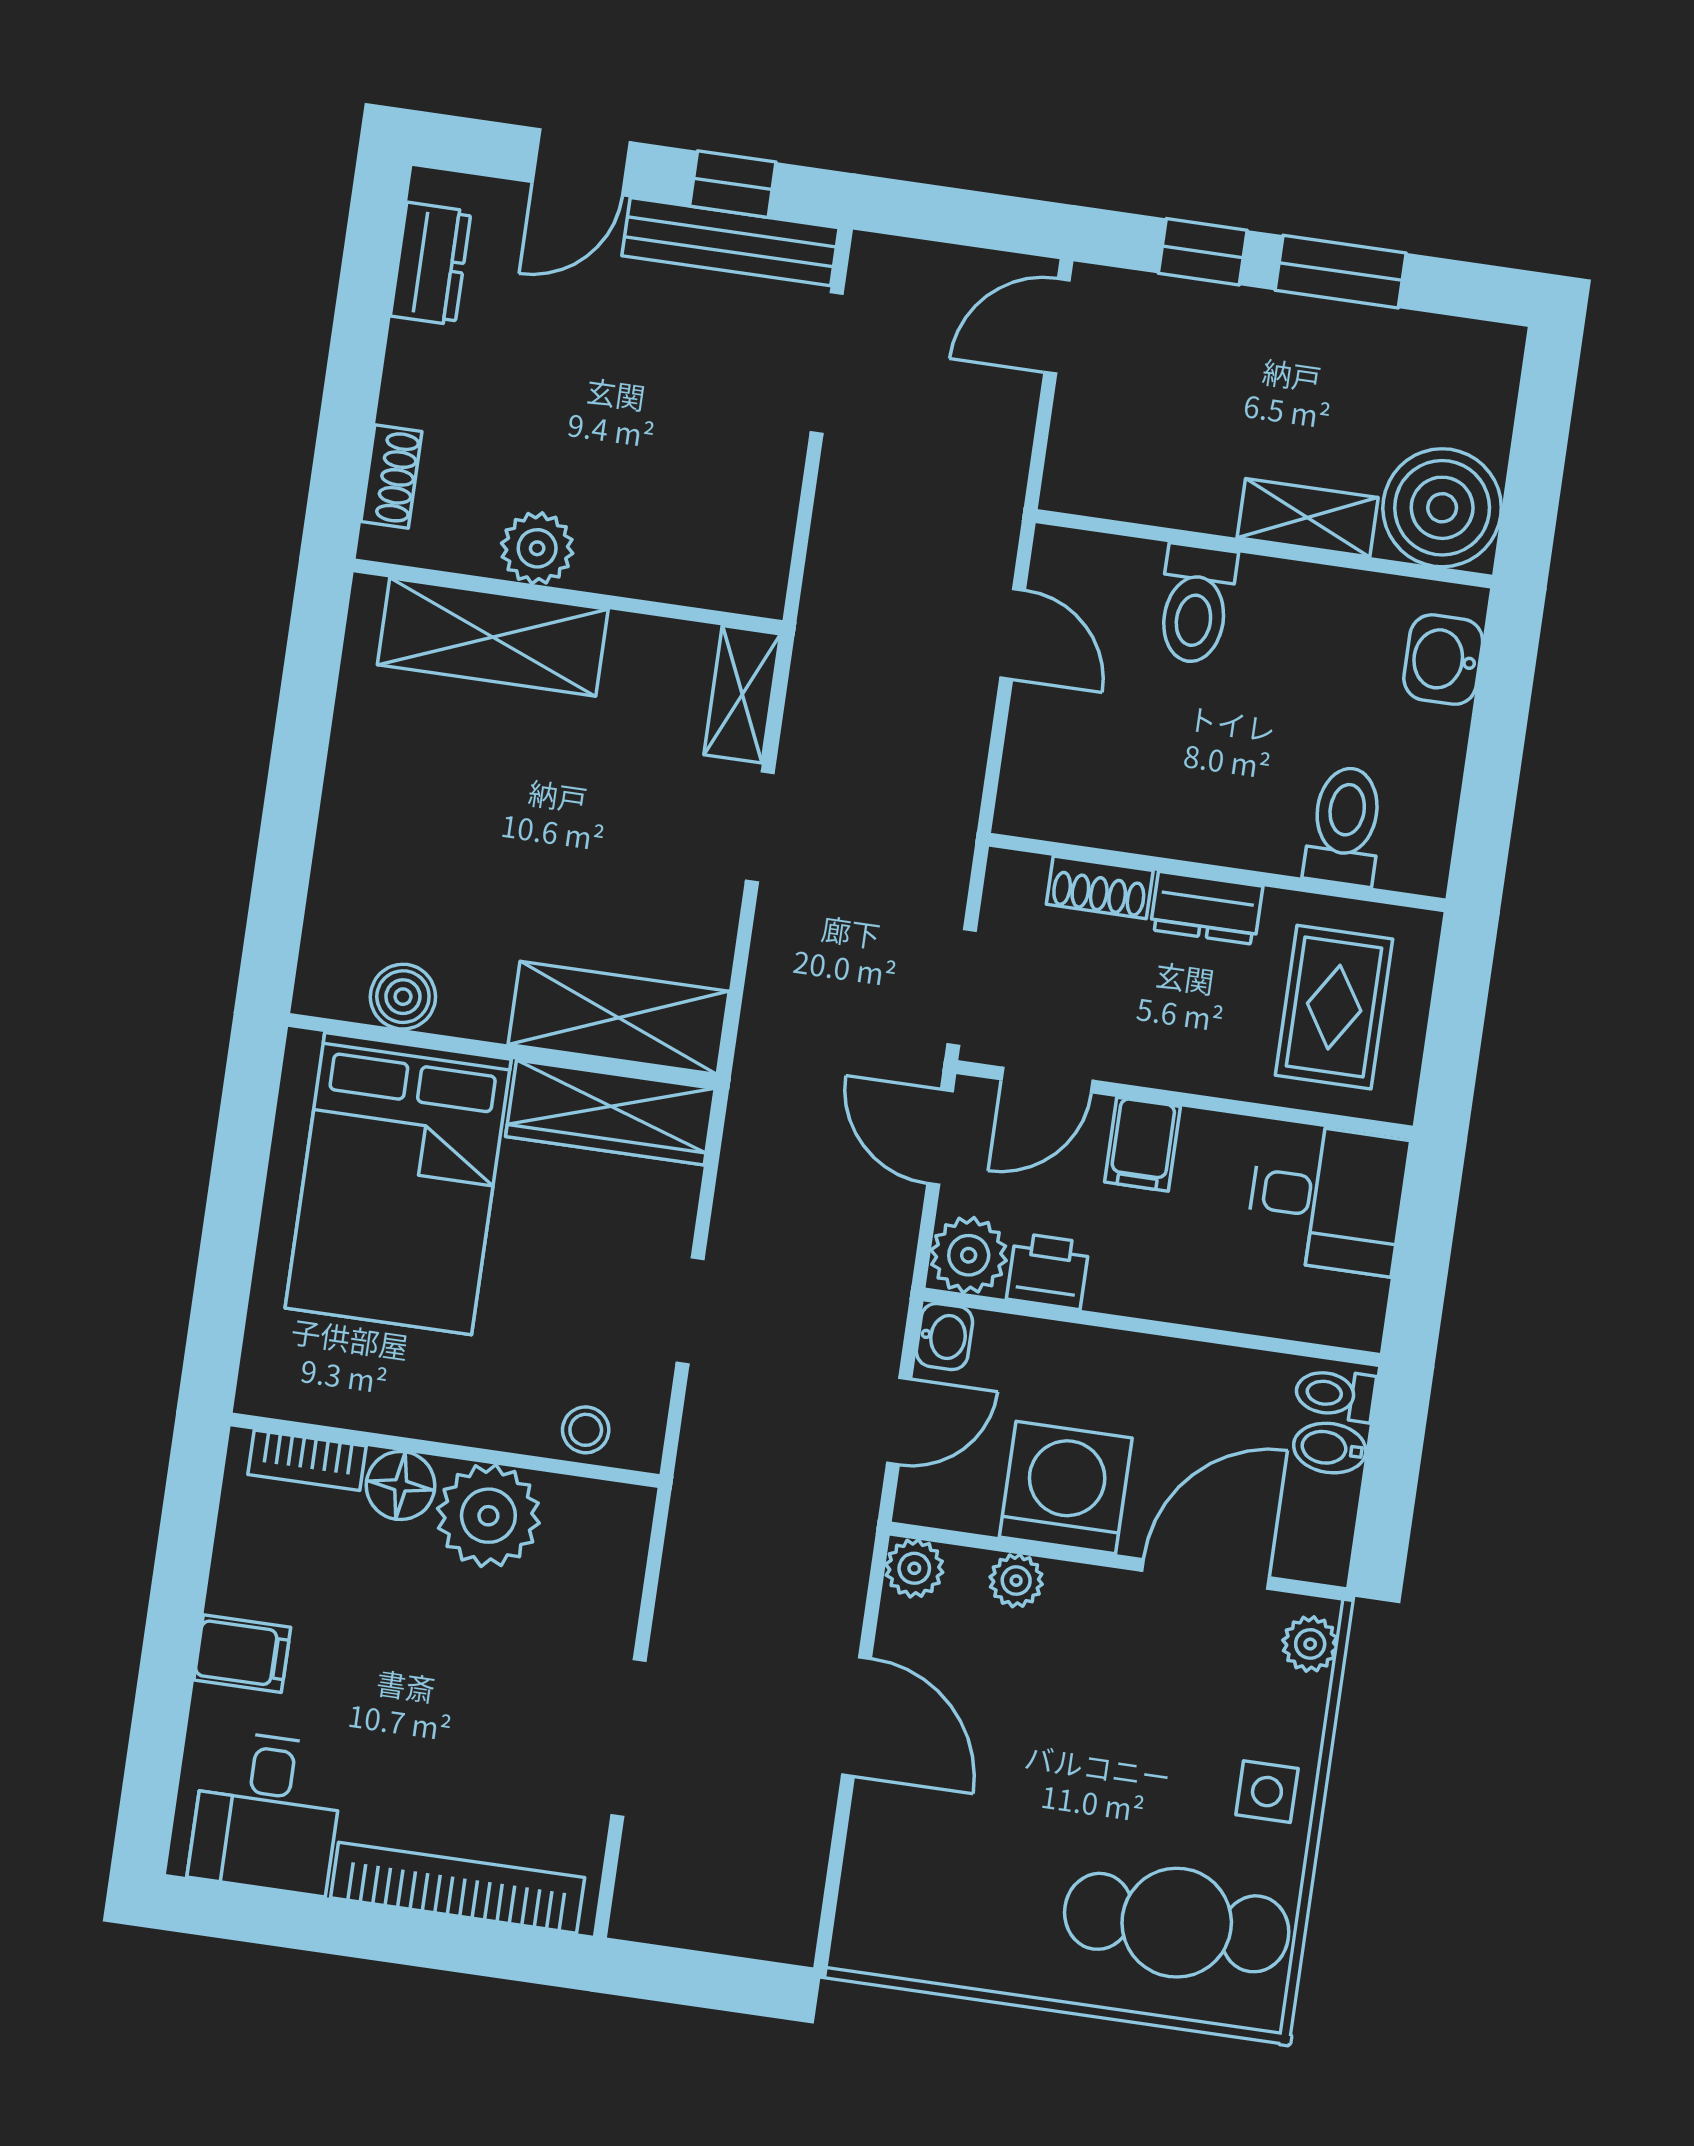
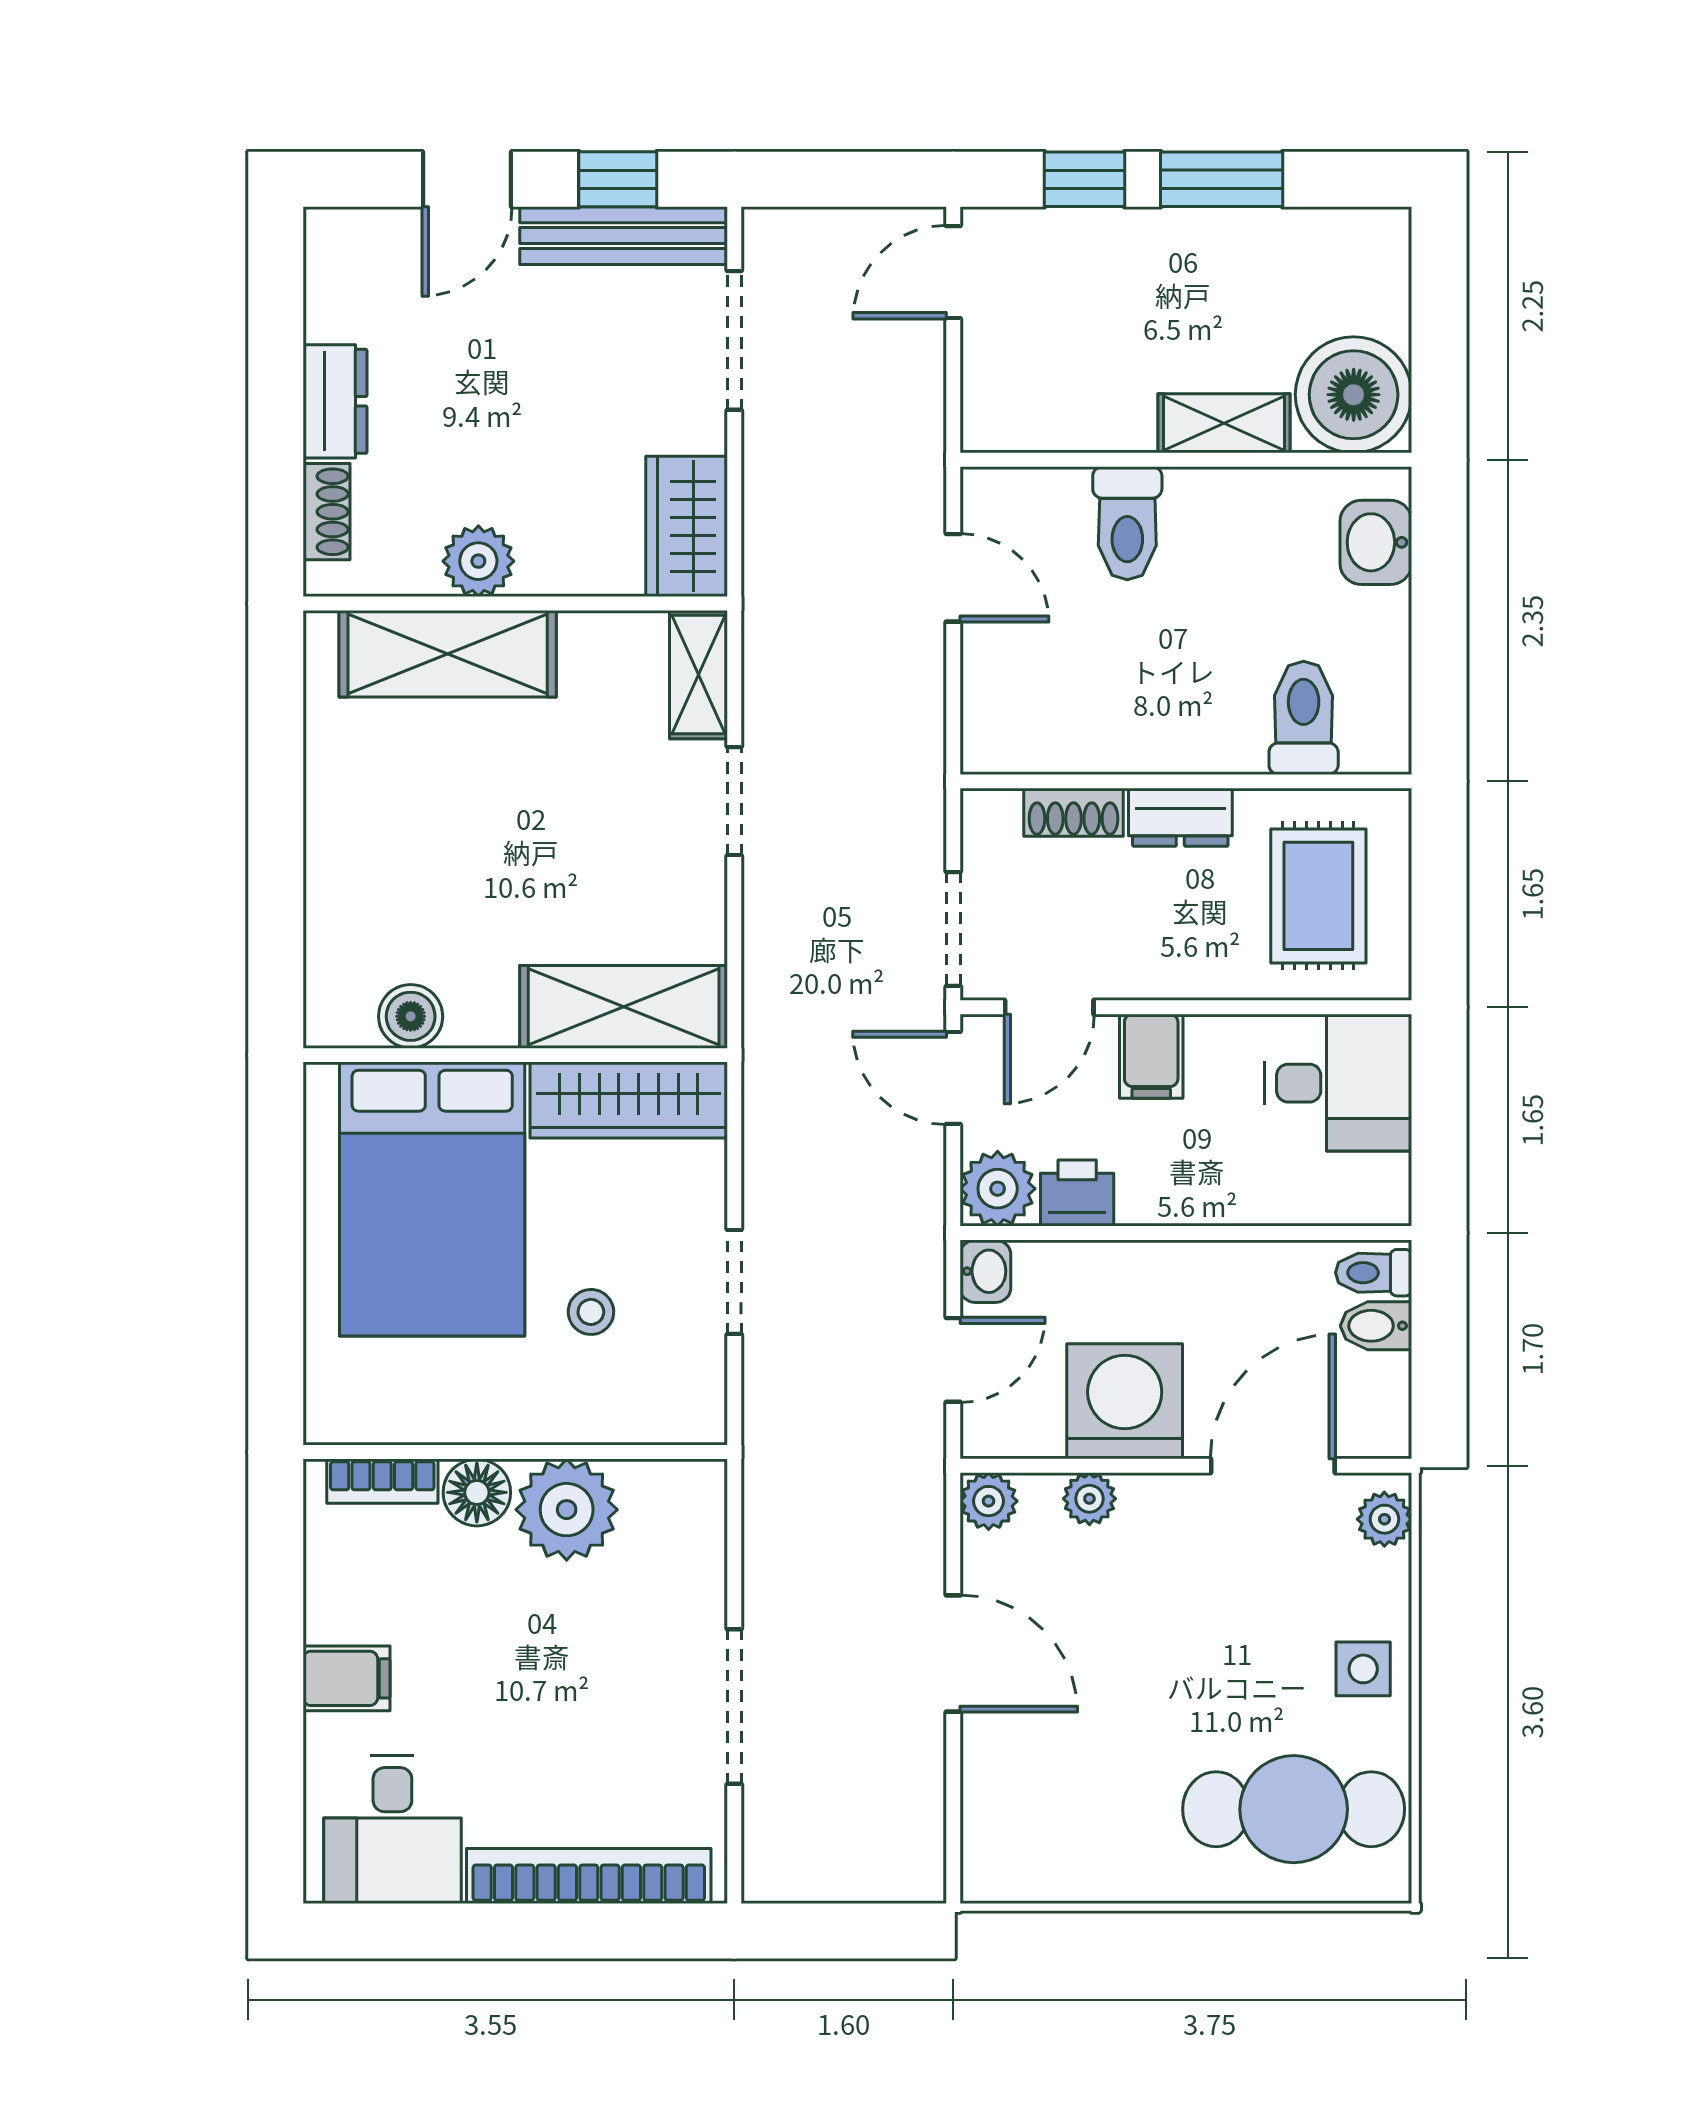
dresser: (431, 264) -> (335, 401), moved
wardrobe: (752, 544) -> (687, 526), added
stool: (586, 1430) -> (591, 1312), moved

